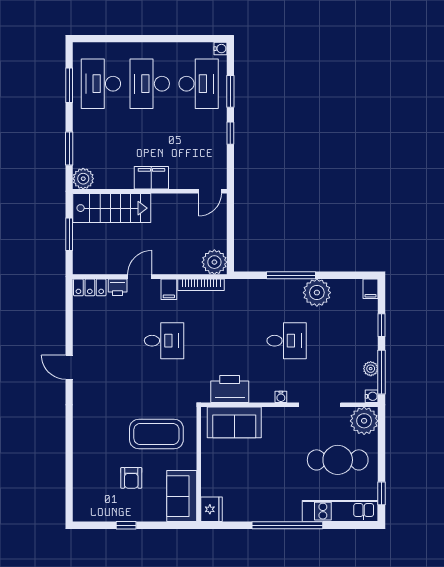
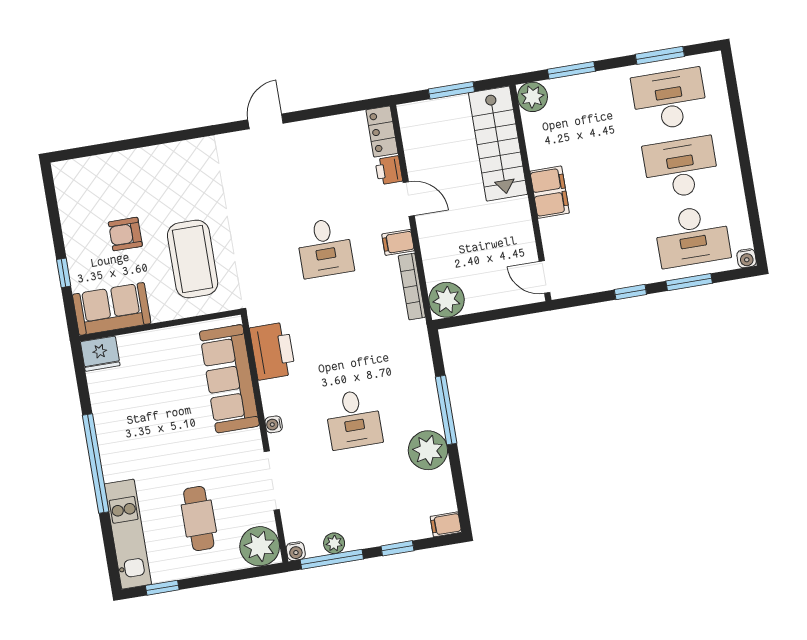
sofa: (234, 422) -> (229, 379), width x1.36
cafe table: (338, 460) -> (199, 519), width x0.73, depth x0.74
window: (126, 525) -> (64, 273), moved

